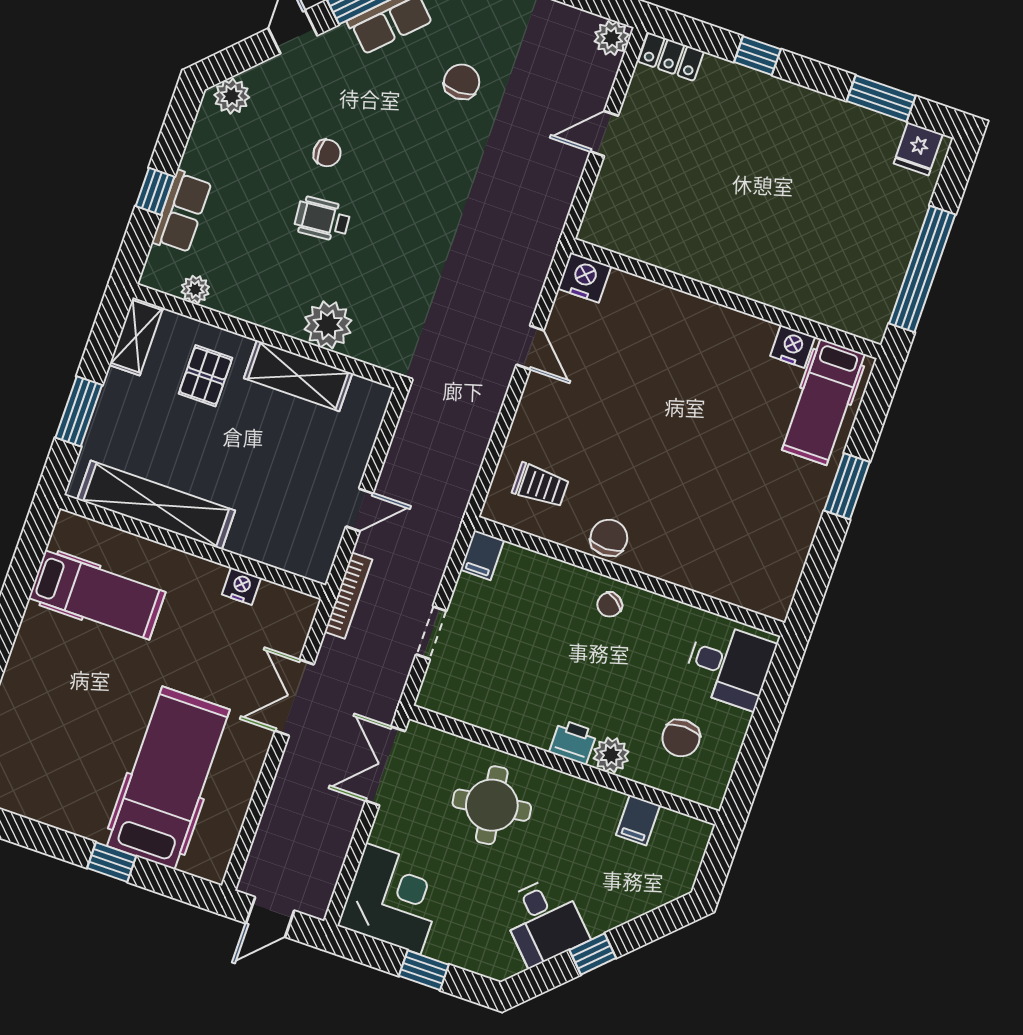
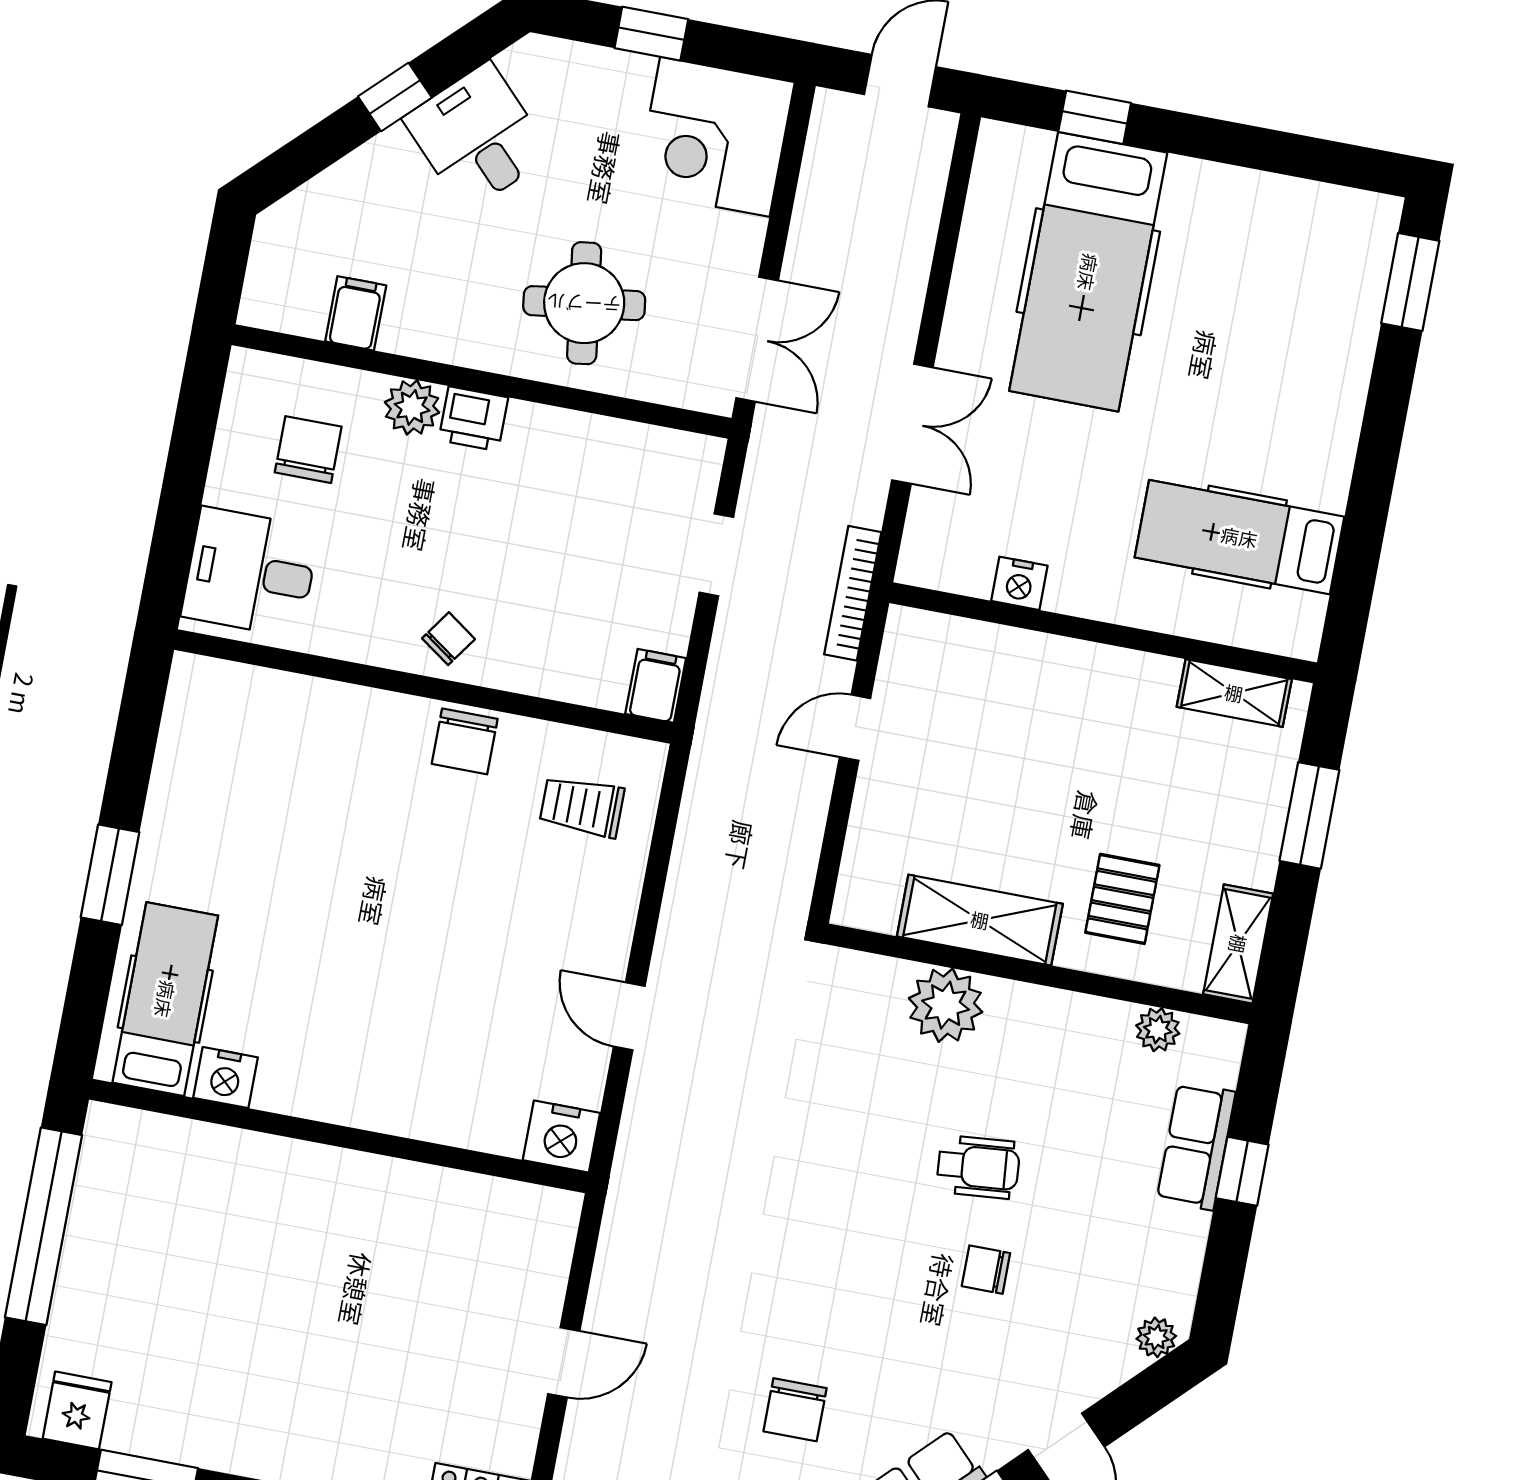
plant: (232, 96) -> (1156, 1337), width x0.73, depth x0.73
shelving: (156, 505) -> (1234, 693), width x0.45, depth x0.75
window: (112, 862) -> (1095, 117), moved

